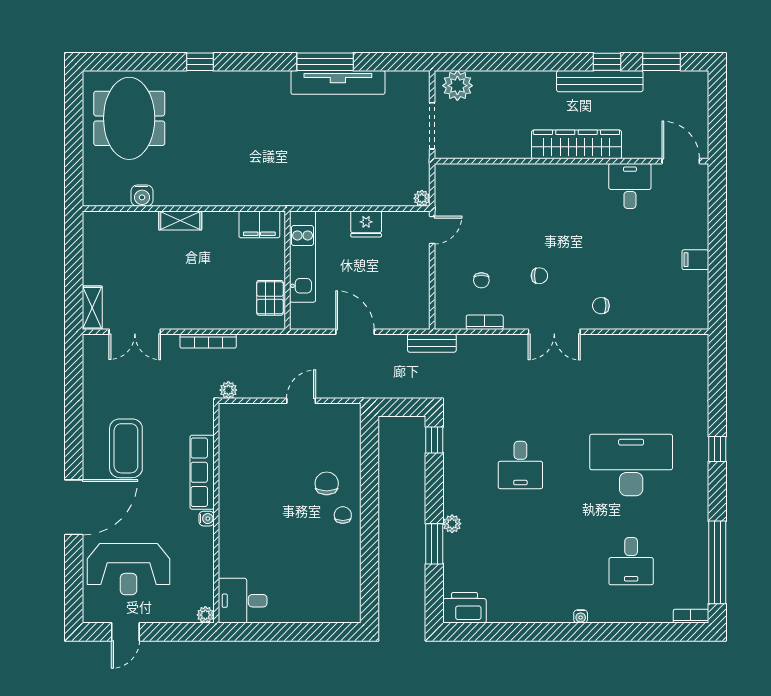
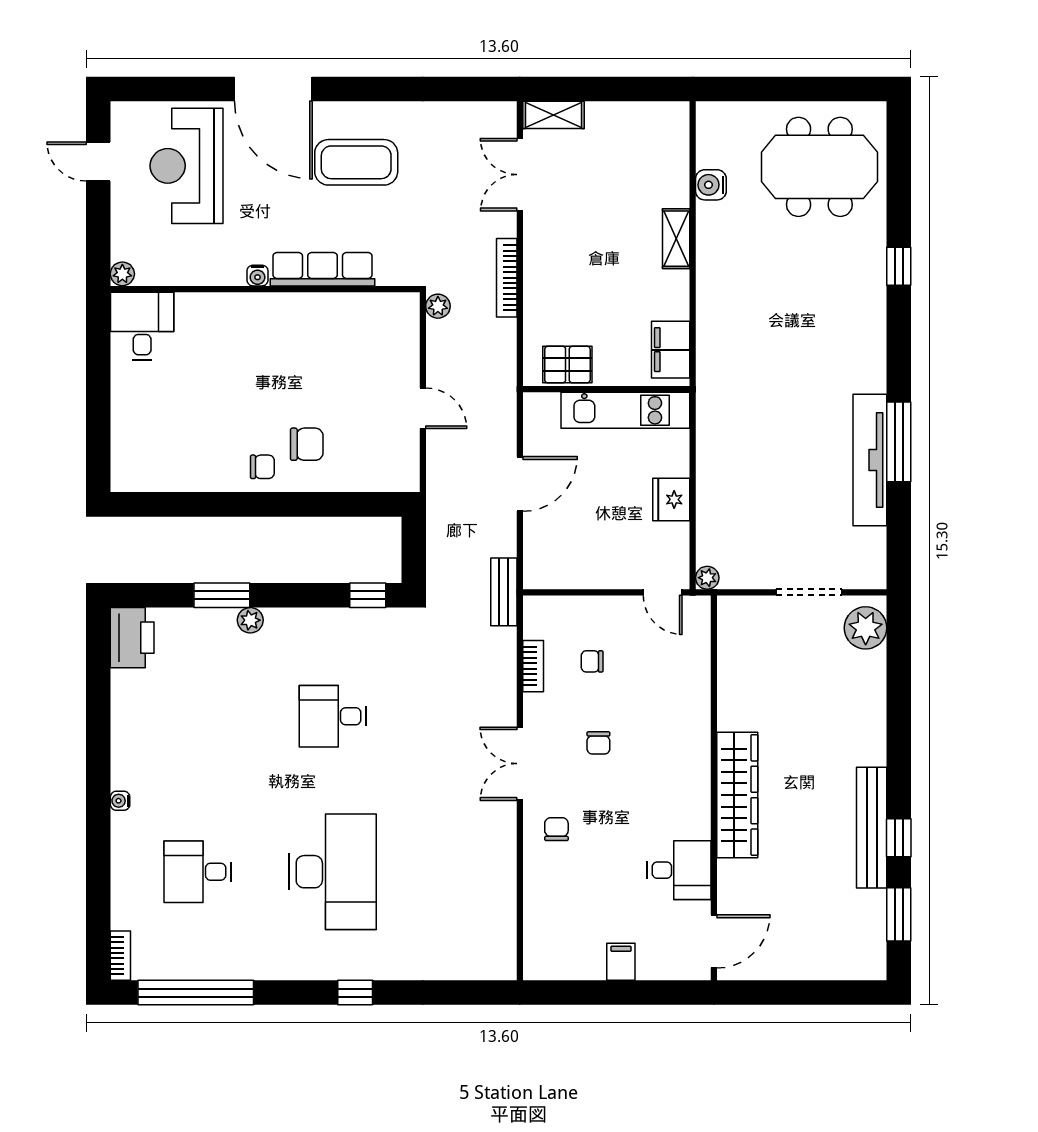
wardrobe: (576, 144) -> (737, 795), moved
wall: (571, 161) -> (714, 788), moved
door: (681, 161) -> (714, 941), moved
desk: (630, 186) -> (679, 870), moved

